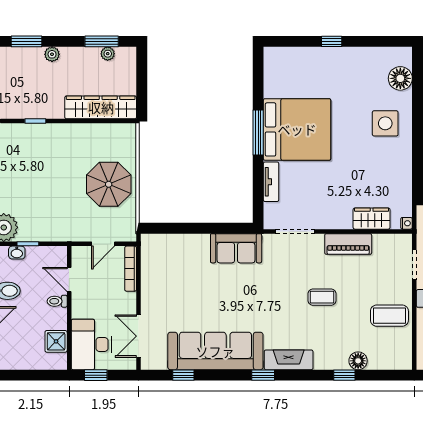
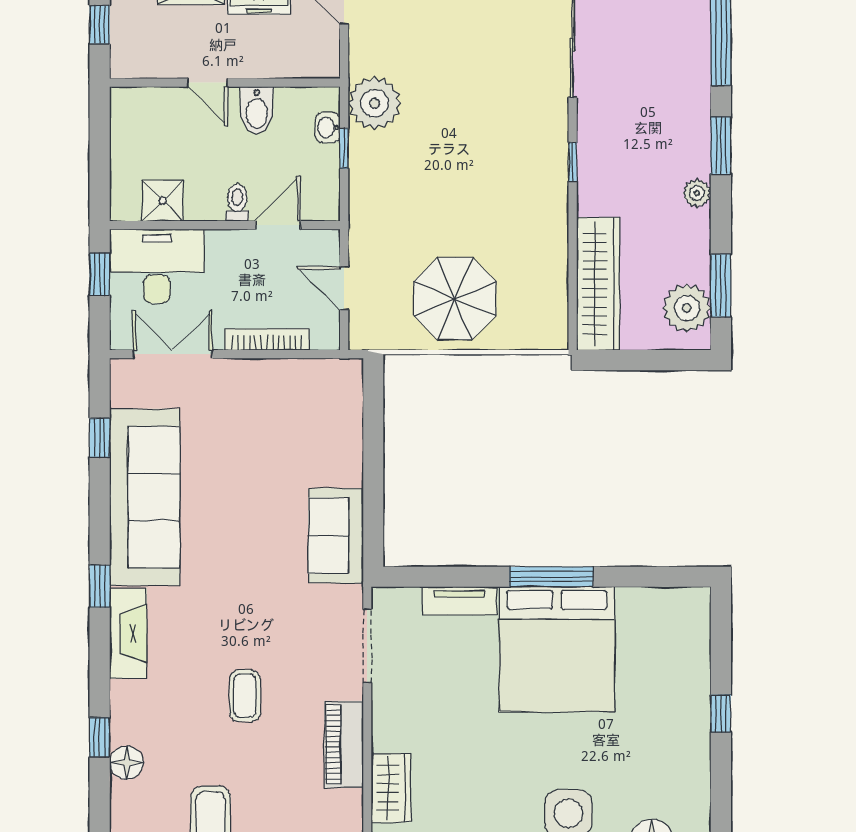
plant: (108, 54) -> (687, 308), width x1.87, depth x1.87
bookcase: (131, 269) -> (267, 339), moved

